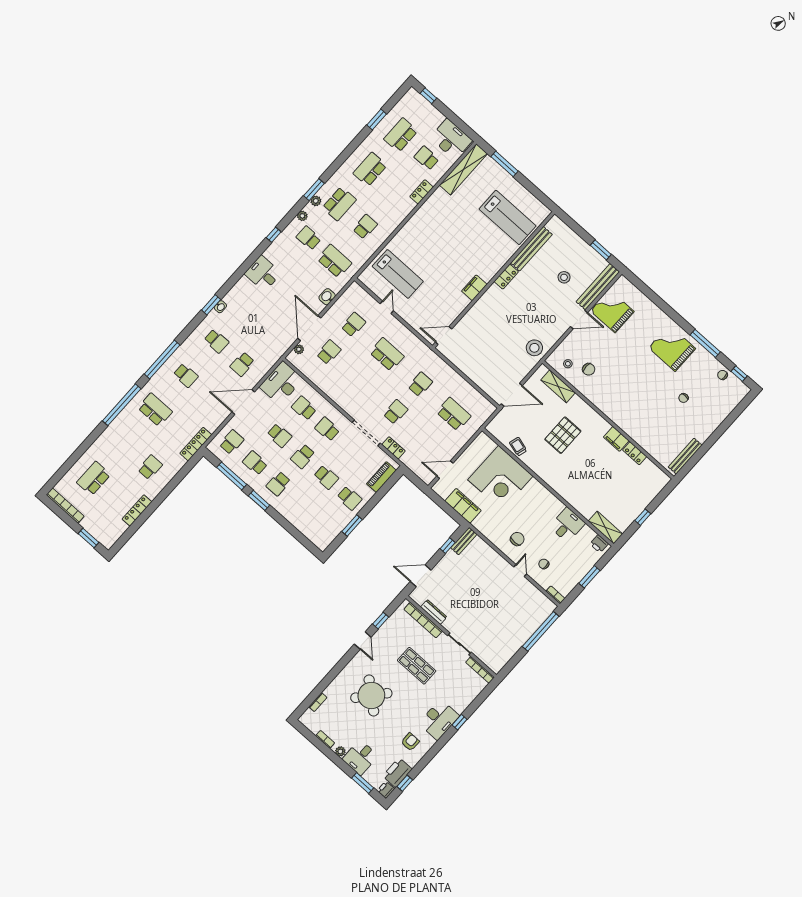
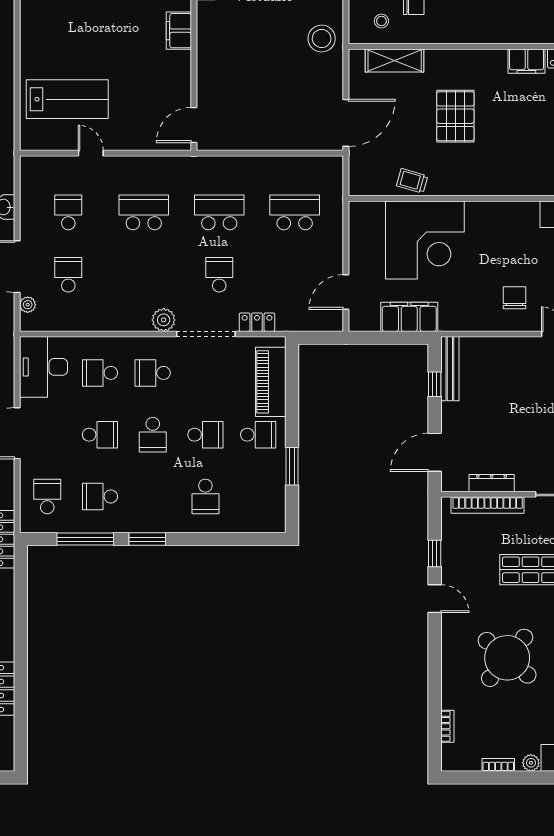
school desk: (420, 384) -> (219, 212), width x1.85
plant: (353, 410) -> (164, 320), added
piano: (381, 477) -> (271, 382), width x1.37, depth x1.33
school desk: (278, 484) -> (205, 496), moved
bench: (464, 541) -> (450, 369), width x1.36

